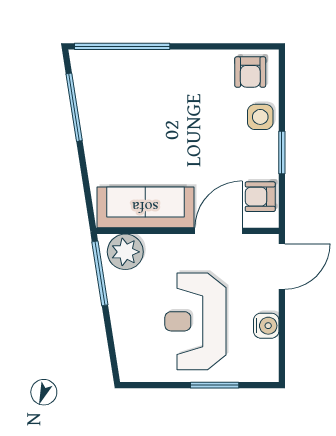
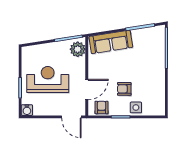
armchair: (250, 72) -> (124, 89), moved
sofa: (145, 207) -> (111, 42), moved, turned 81
door: (219, 231) -> (87, 90), hinge flipped
water cooler: (266, 326) -> (27, 110), moved

